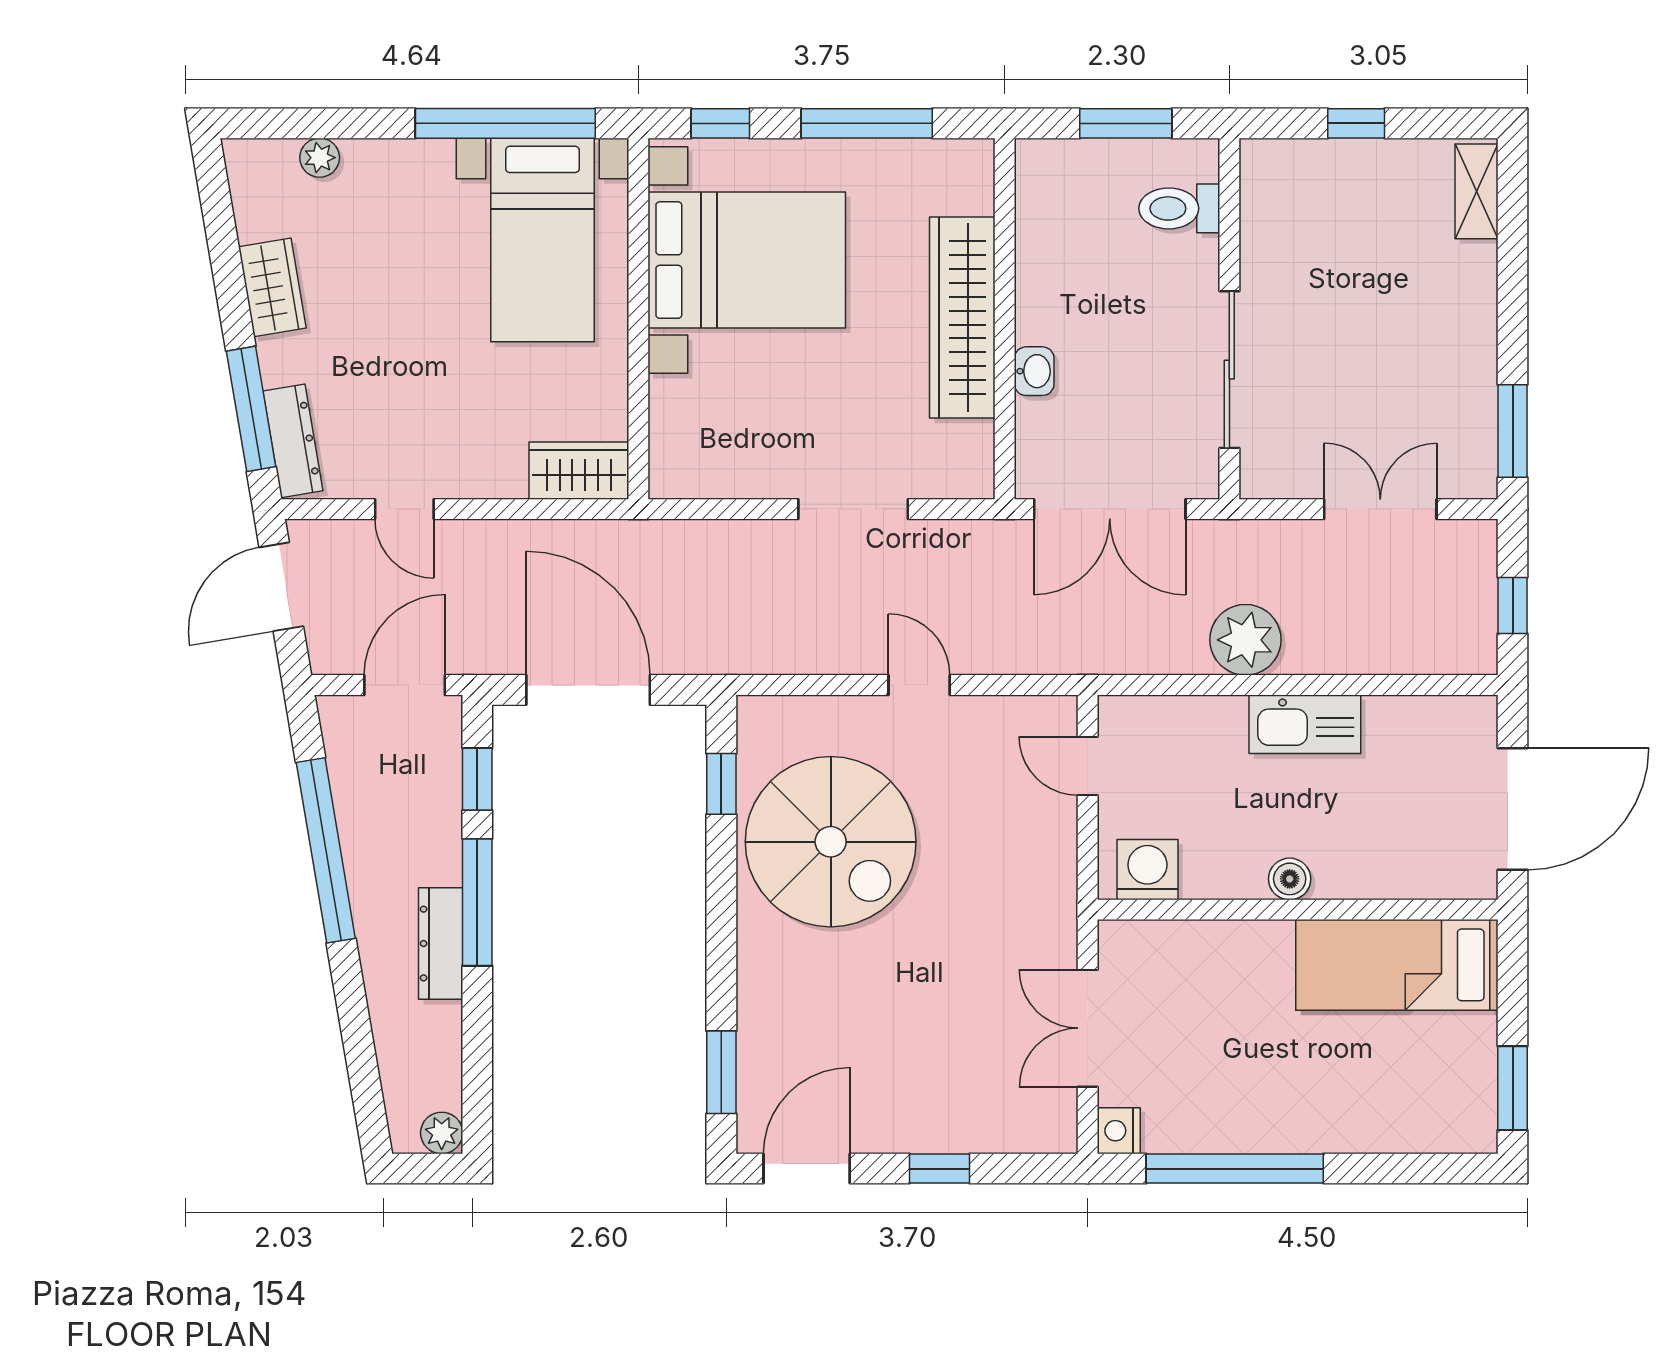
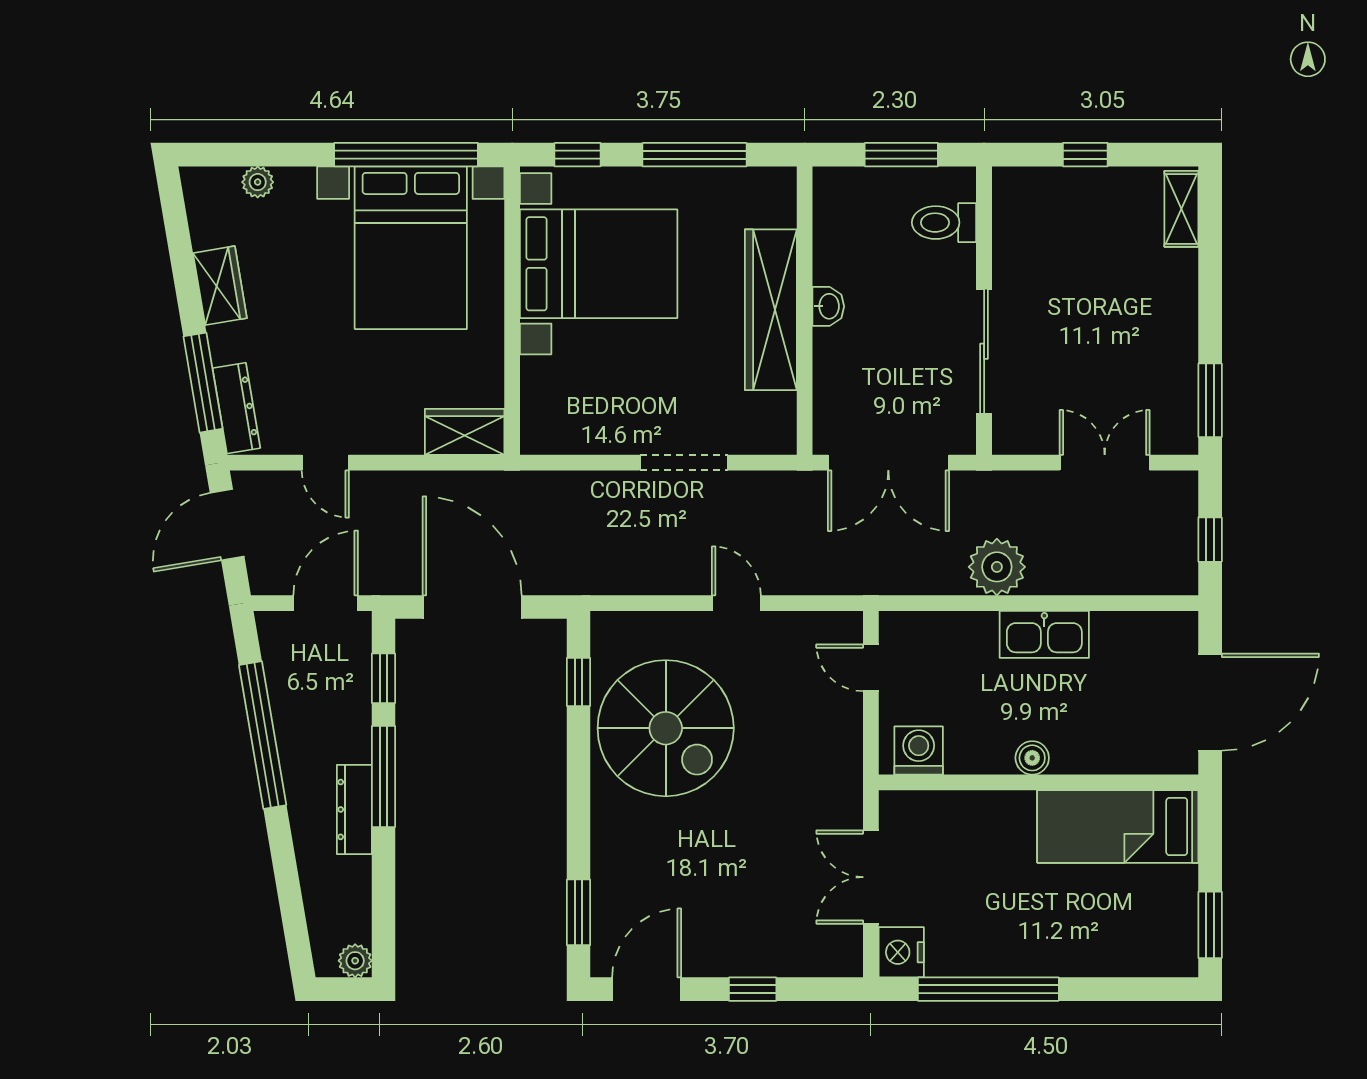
bed with nightstands: (542, 240) -> (411, 248), width x1.36
washbasin: (1034, 371) -> (828, 306), moved
nightstand: (1119, 1131) -> (901, 952), width x1.36, depth x1.33

